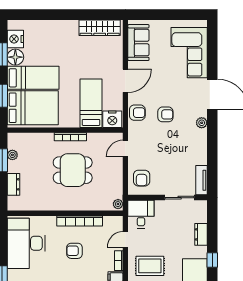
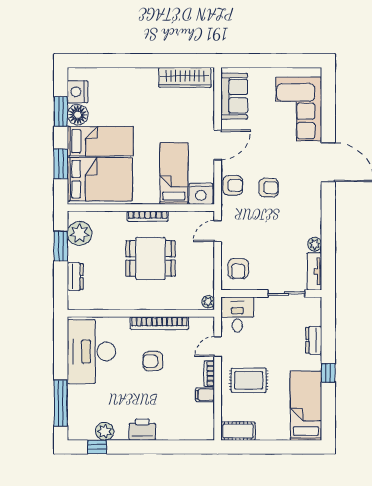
plant: (202, 123) -> (315, 244), moved
plant: (12, 155) -> (80, 233), width x1.87, depth x1.87

